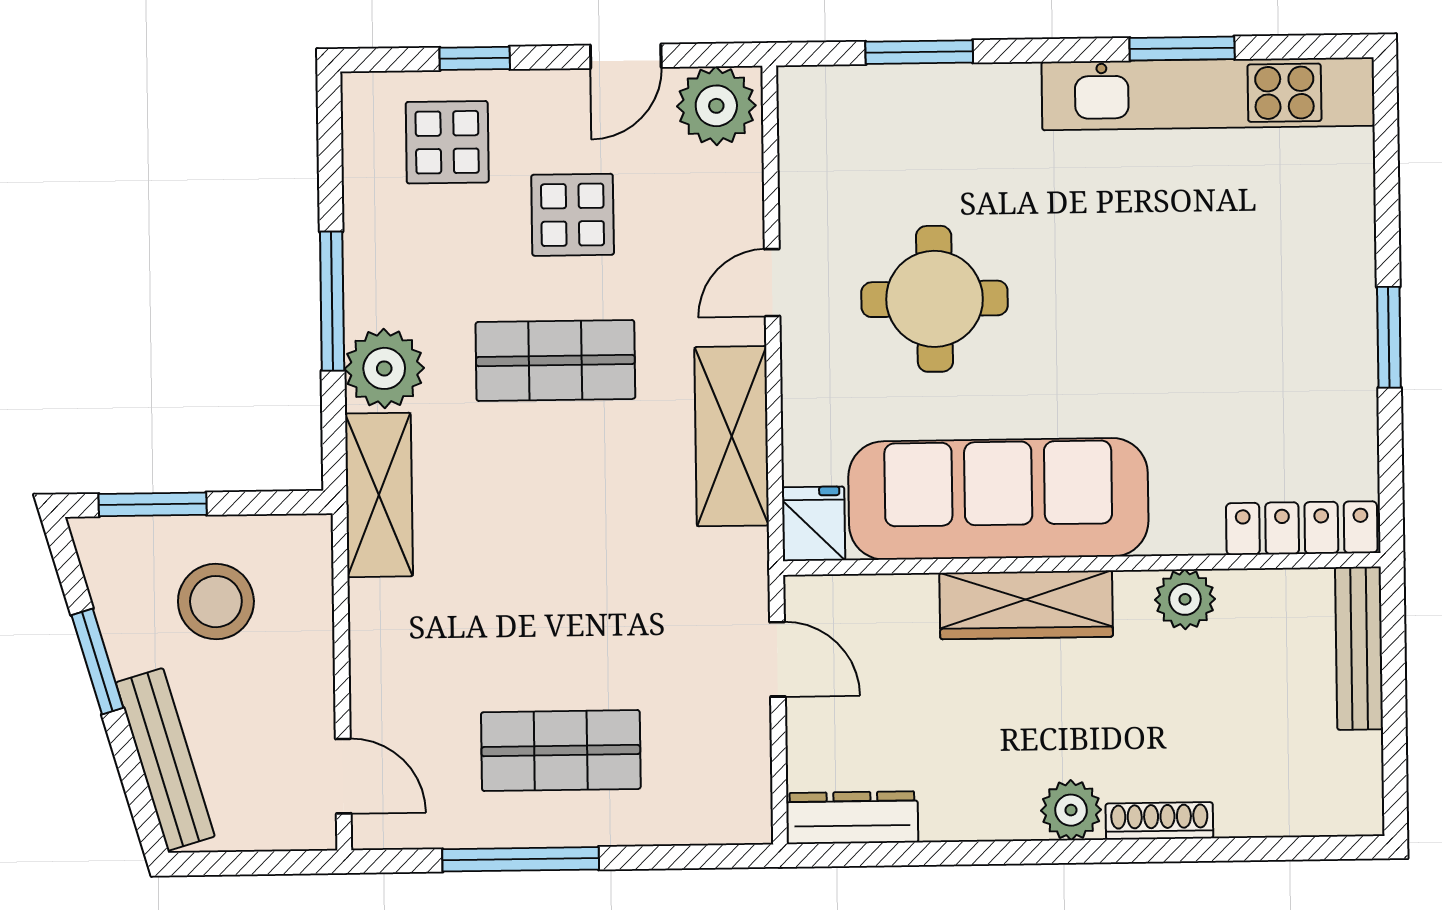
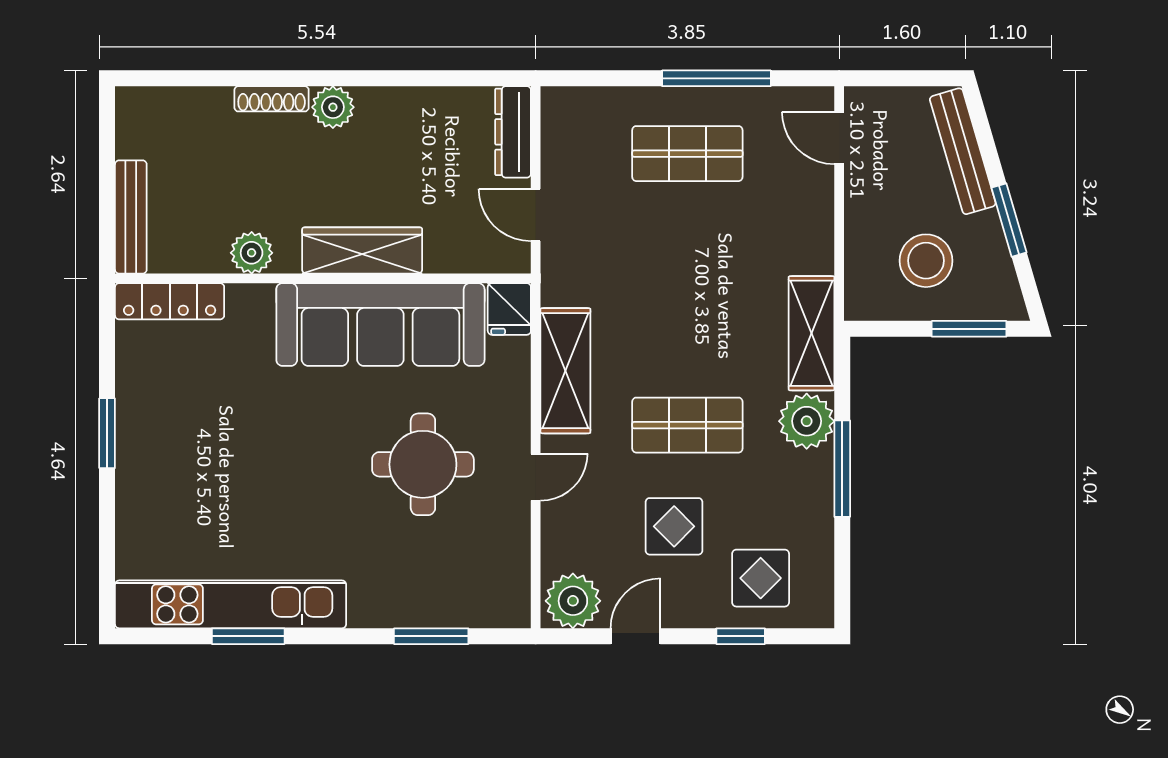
dresser: (852, 818) -> (513, 132), moved, turned 90

